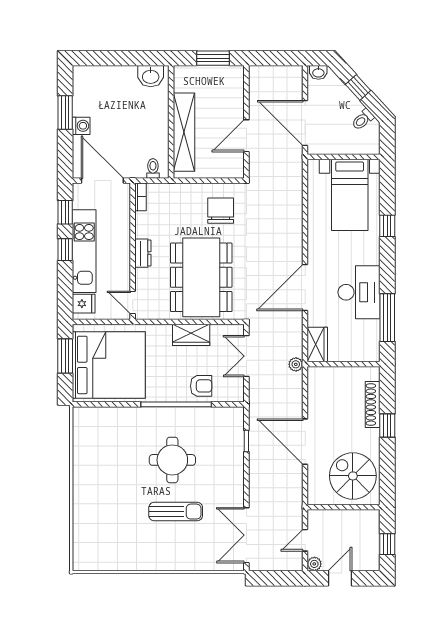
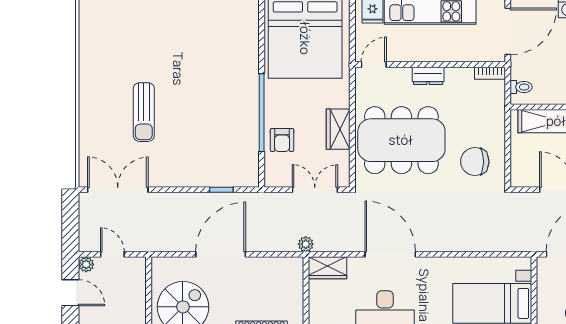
chair: (221, 211) -> (475, 162), turned 180
round table: (172, 460) -> (201, 108), removed

